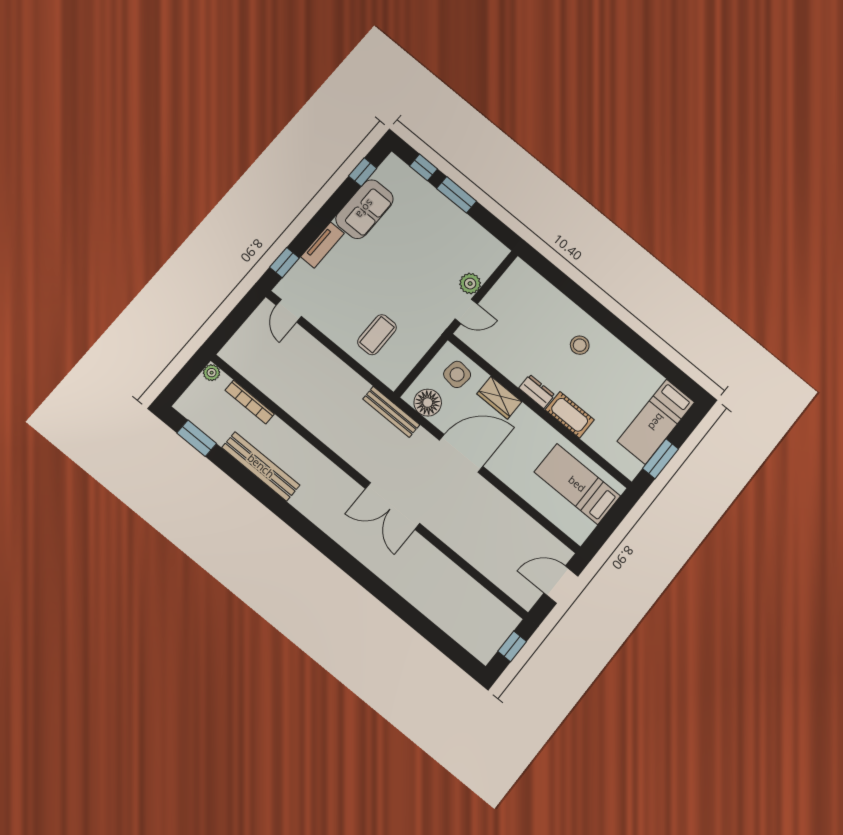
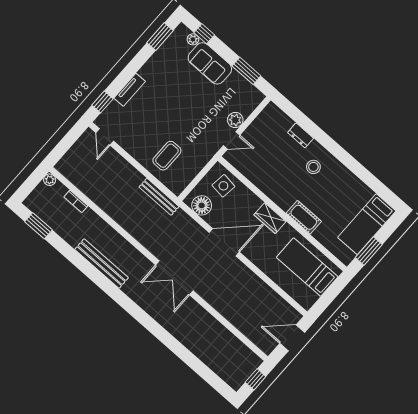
window: (363, 172) -> (160, 37), width x1.50
plant: (408, 175) -> (193, 39), added
window: (457, 195) -> (246, 71), moved
sofa: (365, 209) -> (210, 63), moved, turned 90
dresser: (537, 392) -> (301, 135), moved, turned 180
wardrobe: (499, 398) -> (270, 218), moved
bookcase: (250, 402) -> (76, 201), width x0.64
bench: (391, 412) -> (159, 197), moved
bench: (261, 466) -> (102, 264), moved

